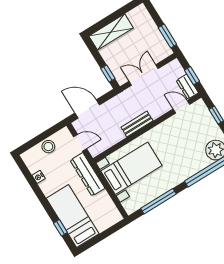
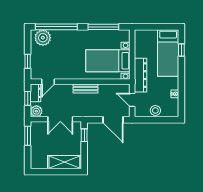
plant: (174, 68) -> (36, 111), added
door: (181, 107) -> (48, 82), hinge flipped

